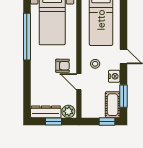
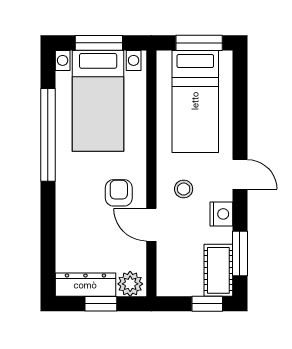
armchair: (63, 66) -> (119, 193), turned -90

